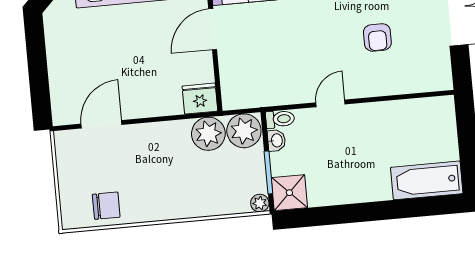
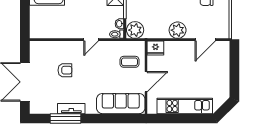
armchair: (377, 37) -> (65, 70), turned 90
coffee table: (249, 66) -> (130, 62), added
plant: (208, 134) -> (178, 30), moved

